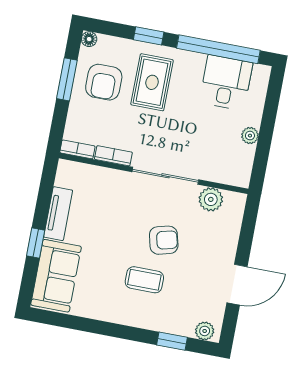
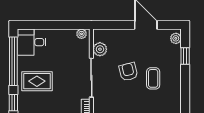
rug: (152, 82) -> (37, 81), moved
desk: (226, 83) -> (32, 42), moved
plant: (250, 136) -> (82, 34), moved

